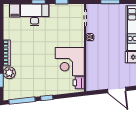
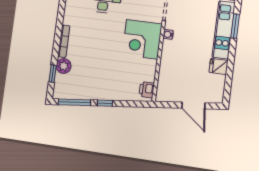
corner desk: (70, 62) -> (142, 39), moved

